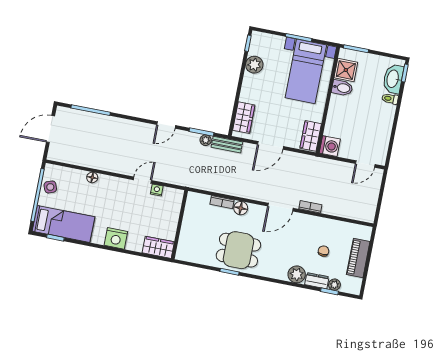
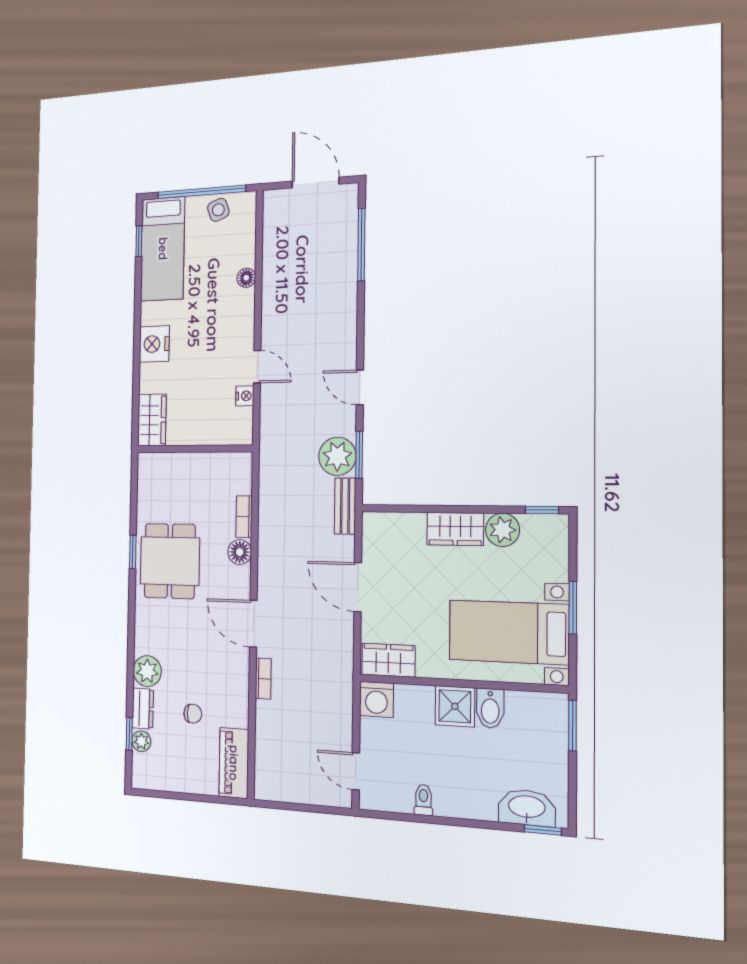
shower: (346, 70) -> (455, 706), moved
toilet: (390, 99) -> (423, 800), moved
wardrobe: (244, 118) -> (455, 529), moved
plant: (206, 140) -> (337, 456), width x1.88, depth x1.88
piano: (358, 258) -> (234, 763), moved, turned -90

